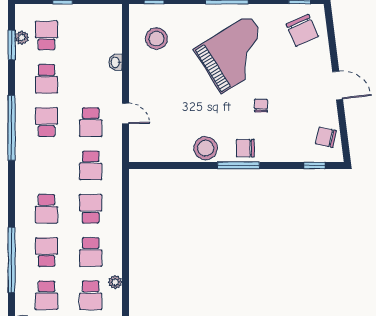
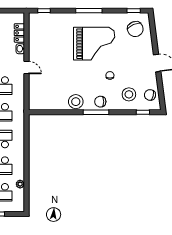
locker: (114, 37) -> (19, 33), added
stool: (156, 39) -> (129, 94), moved
grand piano: (235, 54) -> (94, 44), turned 32
door: (126, 113) -> (26, 67), moved

